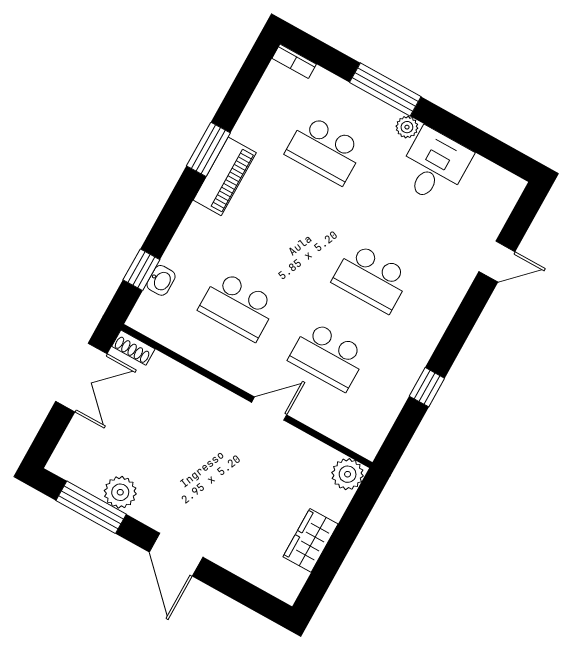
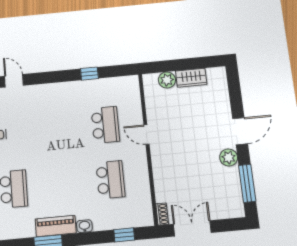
school desk: (371, 278) -> (58, 129), removed
washbasin: (161, 280) -> (84, 226), moved
plant: (348, 474) -> (167, 80), moved
plant: (120, 492) -> (229, 157), moved

